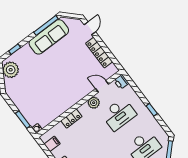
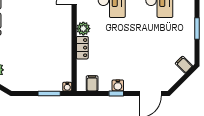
plant: (94, 103) -> (83, 29), moved

